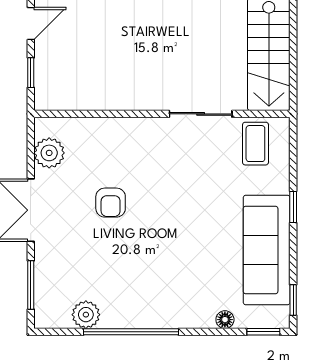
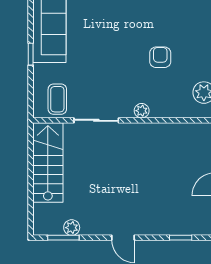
plant: (137, 127) -> (142, 111), added

